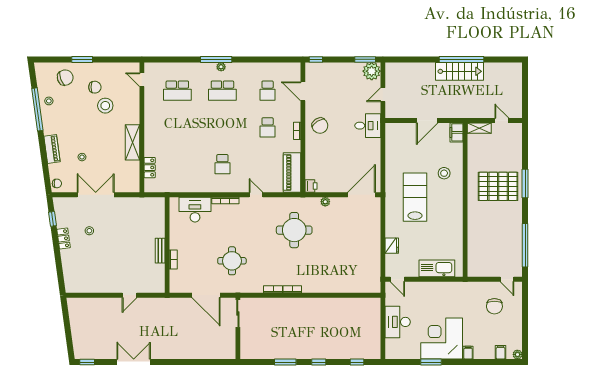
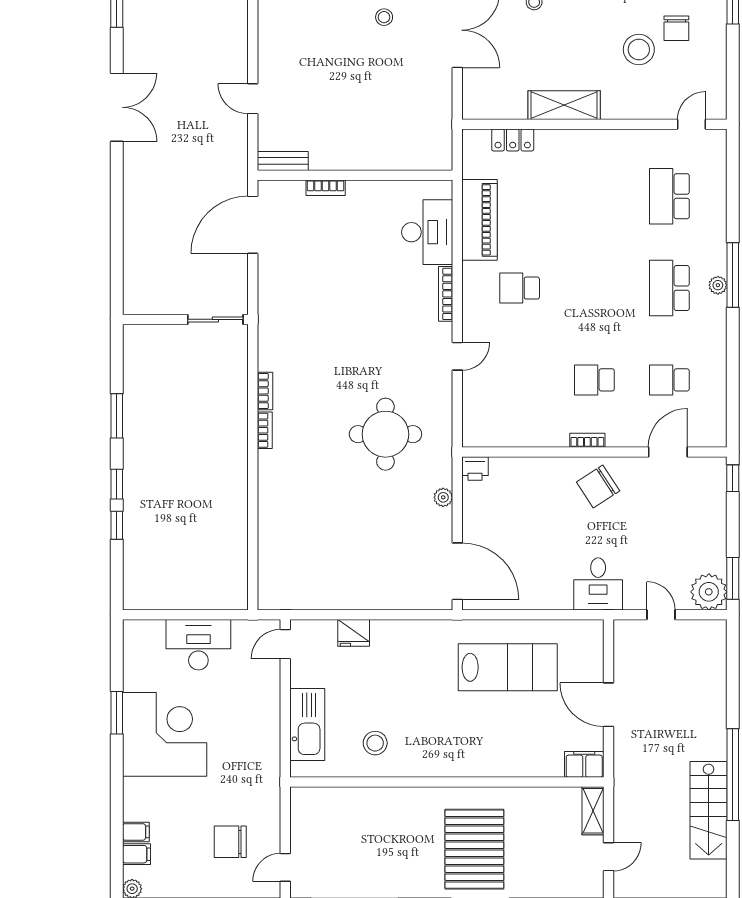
stairs: (459, 71) -> (709, 810), moved
piano: (292, 173) -> (480, 220), moved, turned 90
stool: (444, 173) -> (375, 743), moved
lab bench: (415, 197) -> (508, 667), moved
bench: (160, 251) -> (283, 161), moved
round table: (232, 261) -> (323, 307), removed
door: (206, 295) -> (253, 225), moved
filing cabinet: (468, 353) -> (136, 832), moved
window: (357, 362) -> (117, 525), moved

